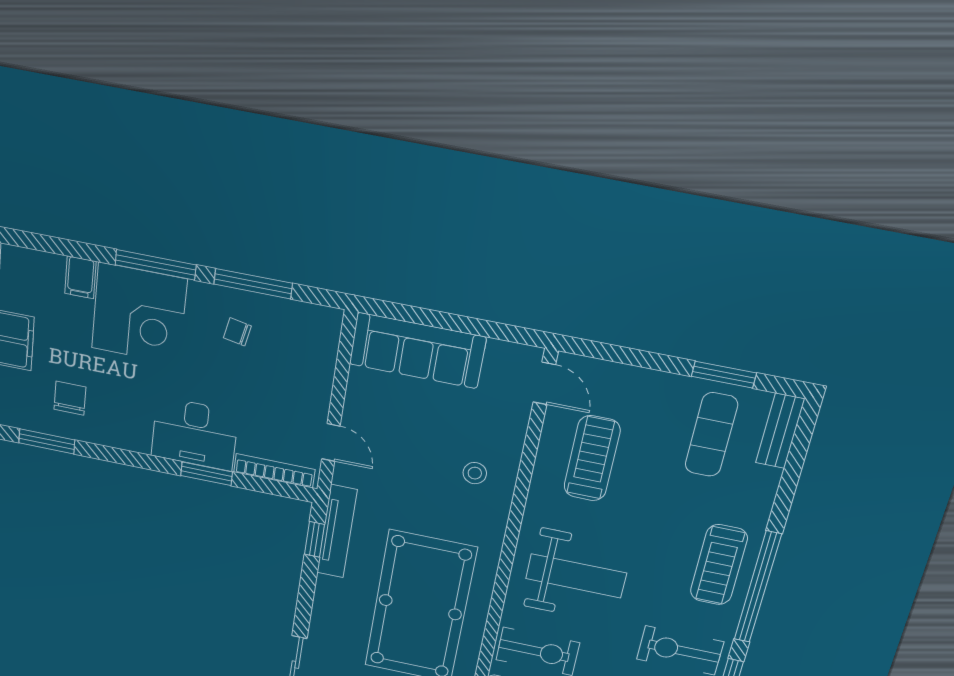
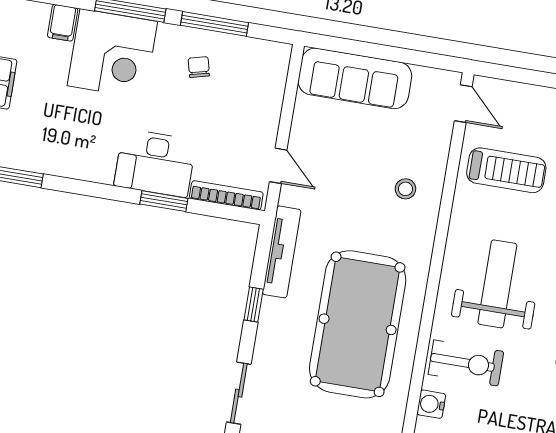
chair: (237, 332) -> (199, 67), turned 65
chair: (70, 398) -> (43, 134), removed
treadmill: (592, 458) -> (506, 170), turned 90
window: (314, 539) -> (254, 305), moved
weight bench: (576, 576) -> (497, 284), turned -90

